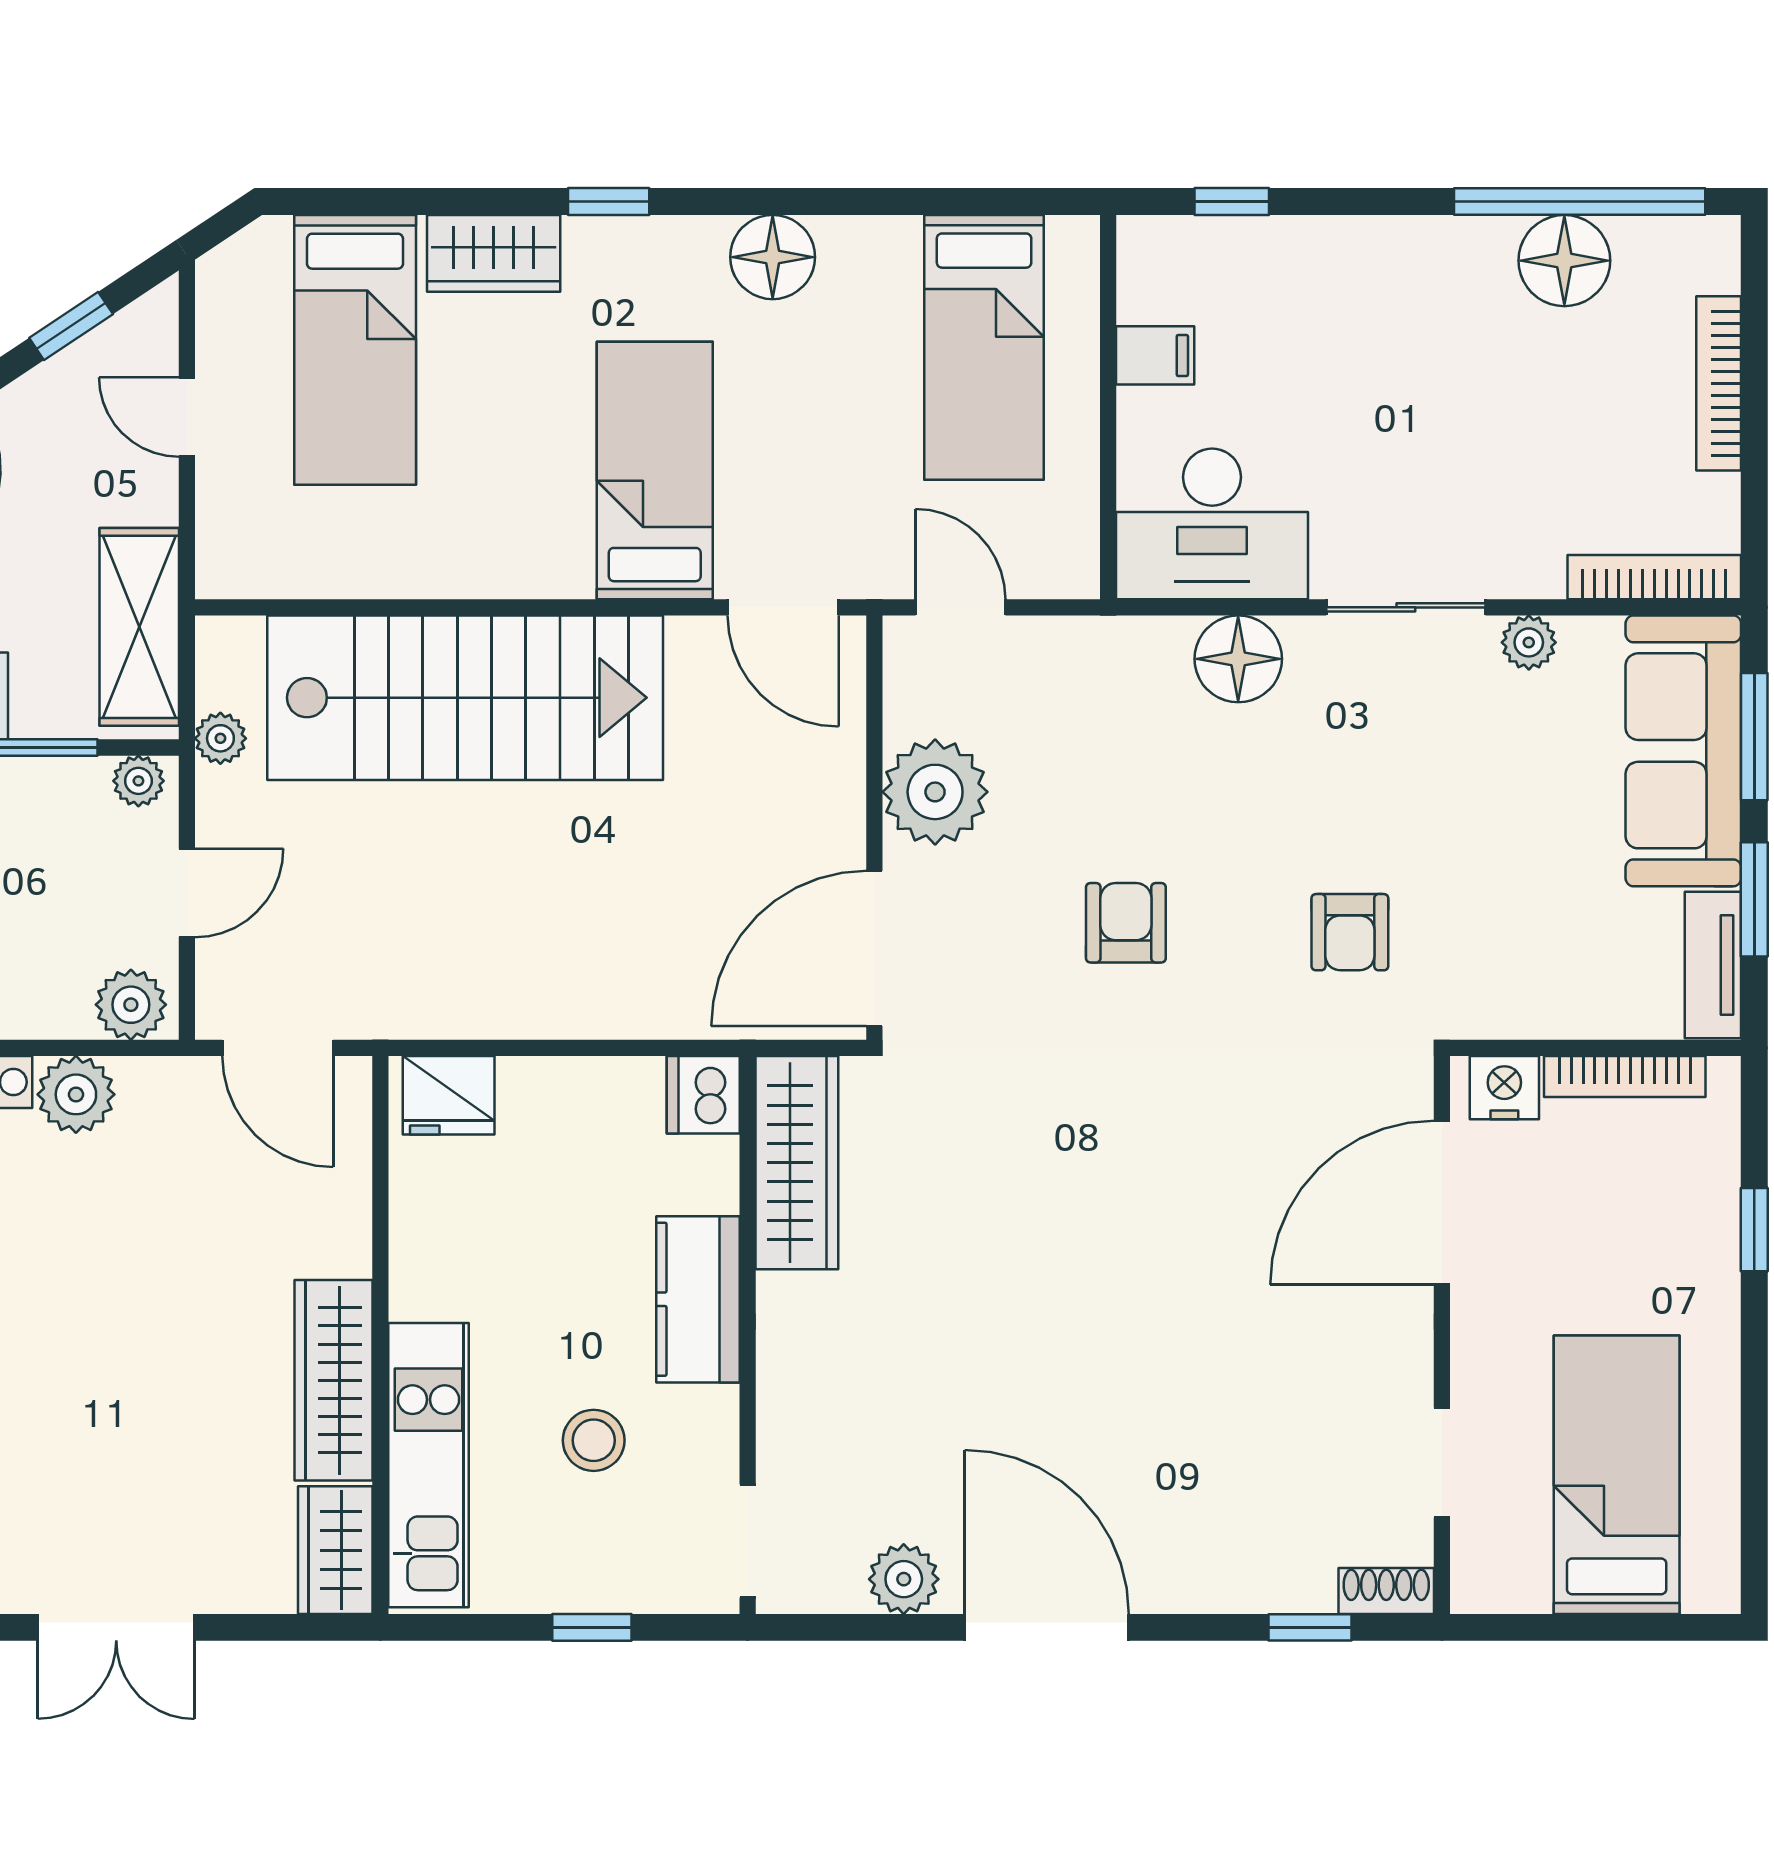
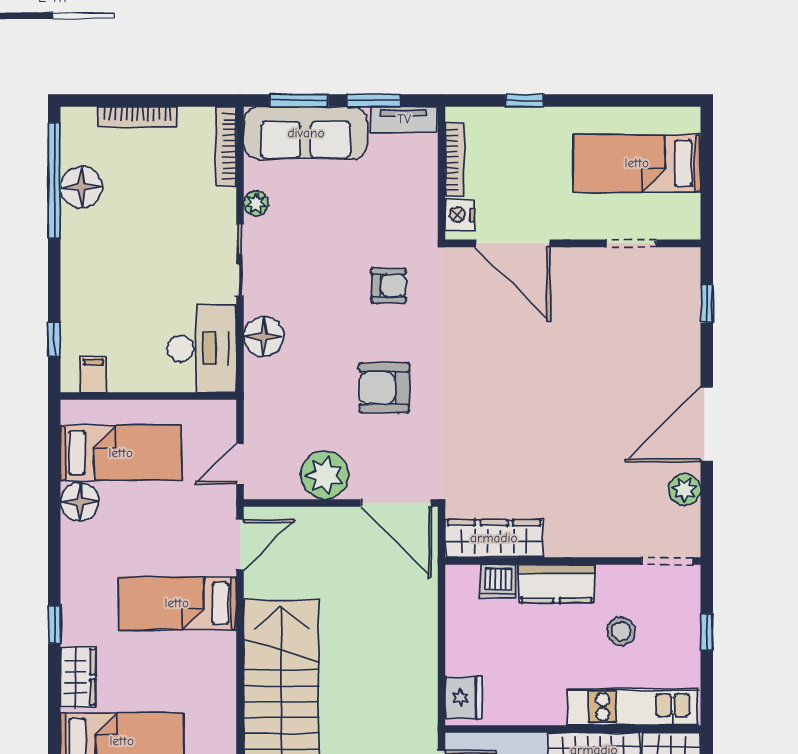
floor lamp: (773, 257) -> (80, 502), moved
filing cabinet: (1155, 355) -> (93, 375), moved
armchair: (1126, 923) -> (384, 388), width x1.38, depth x1.38
dishwasher: (703, 1095) -> (498, 581), moved
shoe rack: (1386, 1591) -> (690, 269), removed

